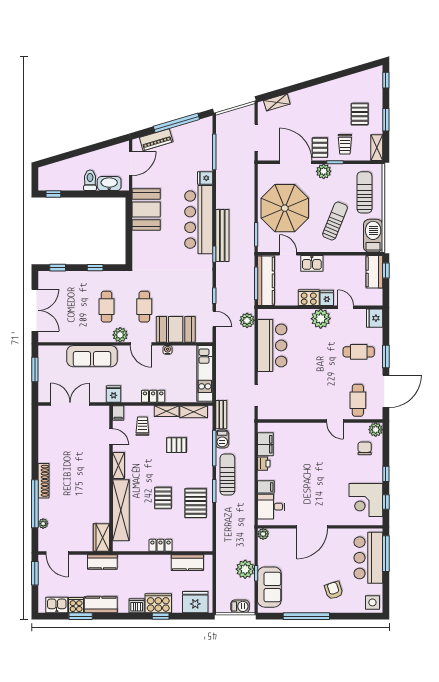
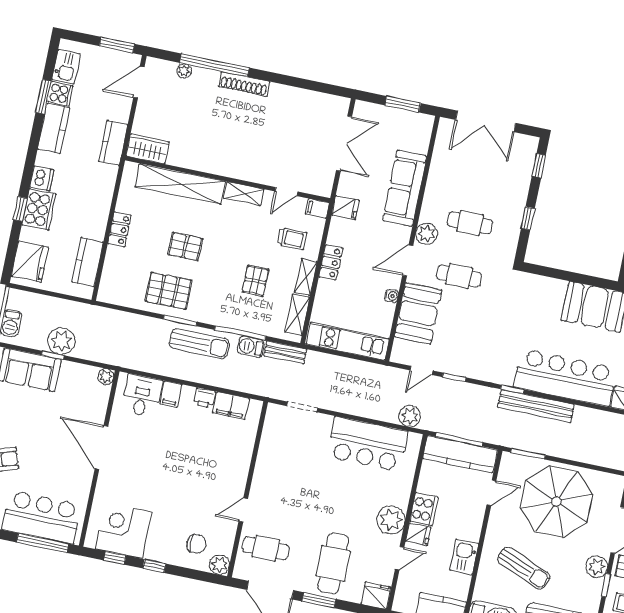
kitchen sink: (312, 263) -> (464, 557), moved
cafe table: (359, 352) -> (333, 563), width x1.37, depth x1.35

